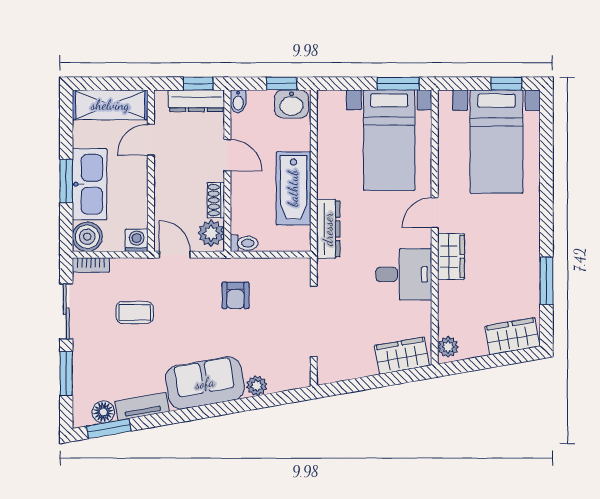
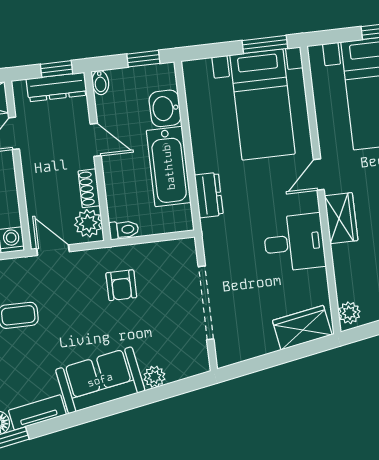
washbasin: (291, 104) -> (165, 108), moved, turned 90
dresser: (328, 229) -> (209, 195), width x0.70

